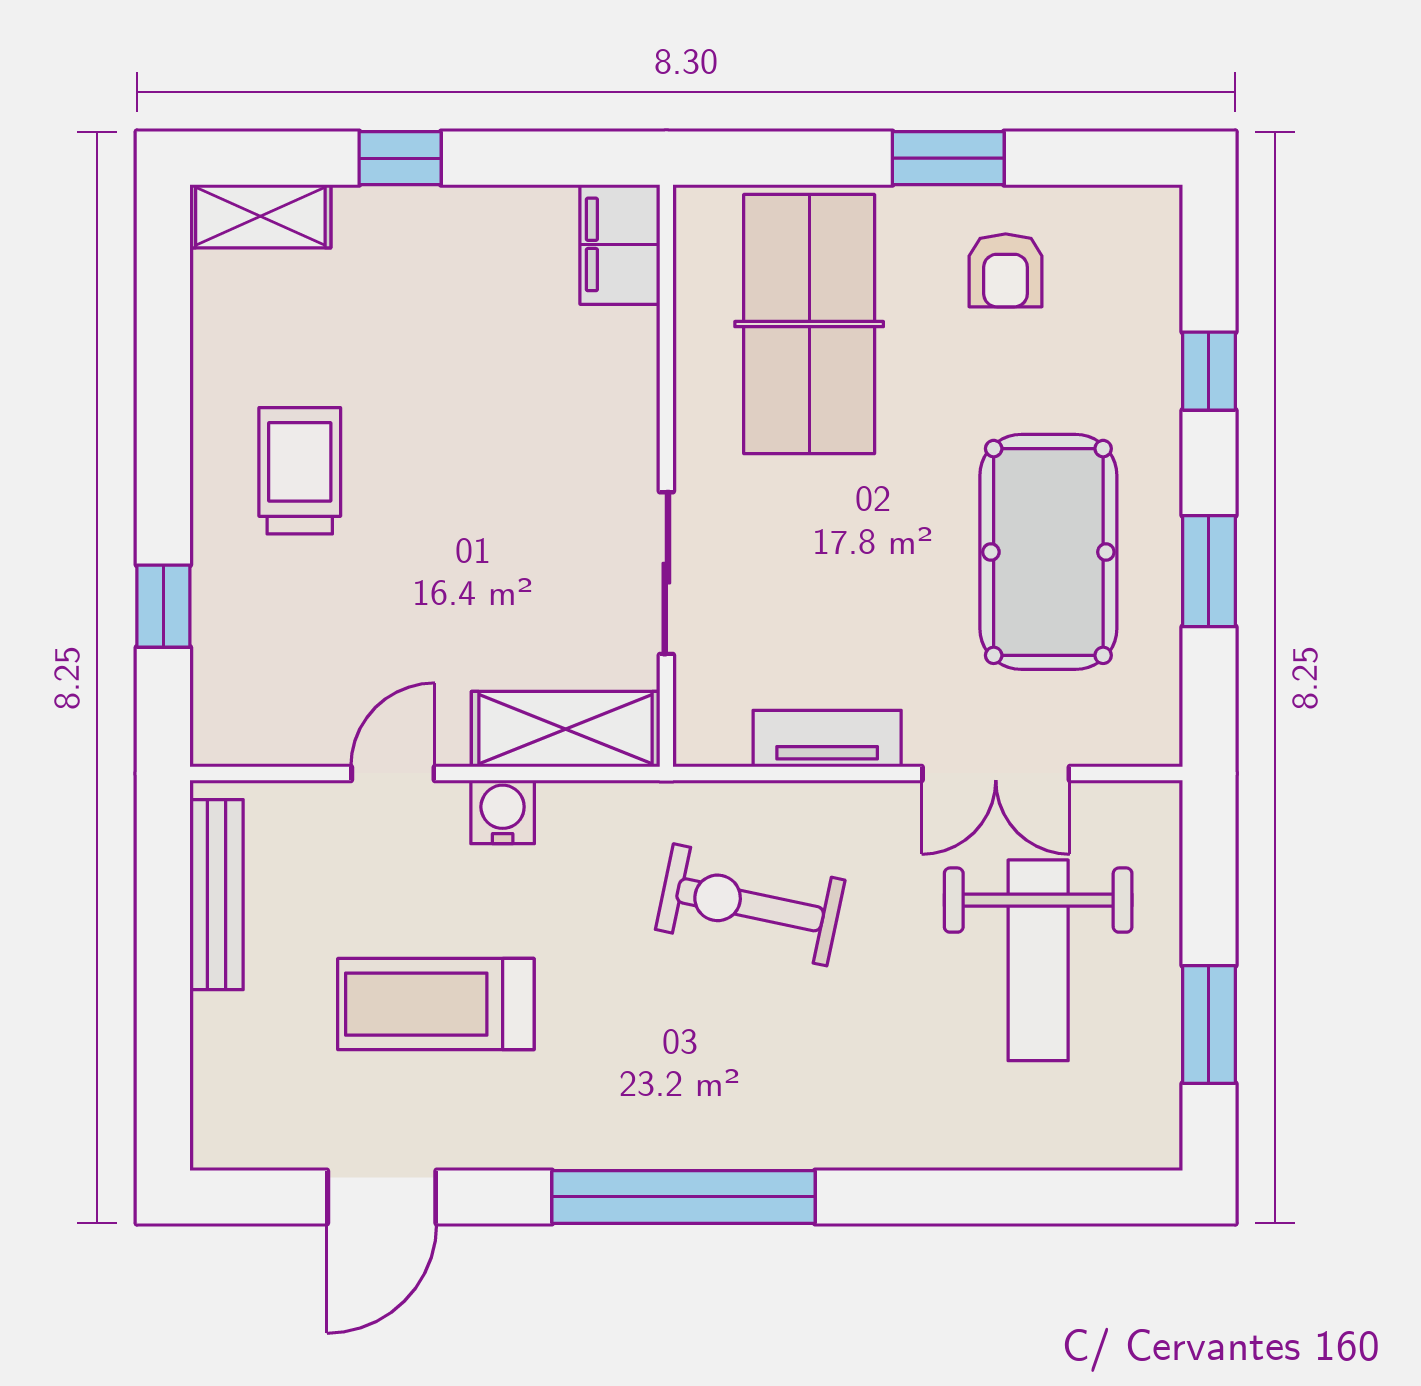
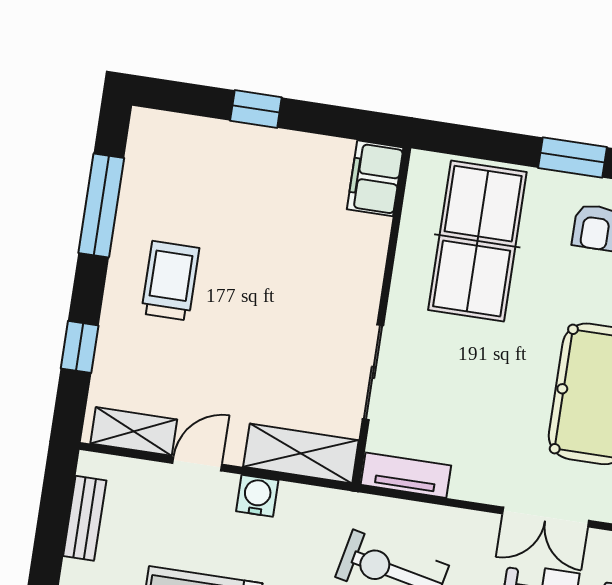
shelving: (260, 216) -> (134, 431), moved
window: (163, 361) -> (101, 206), added
tv unit: (827, 739) -> (406, 475), moved
bench: (217, 895) -> (85, 518), width x0.73

